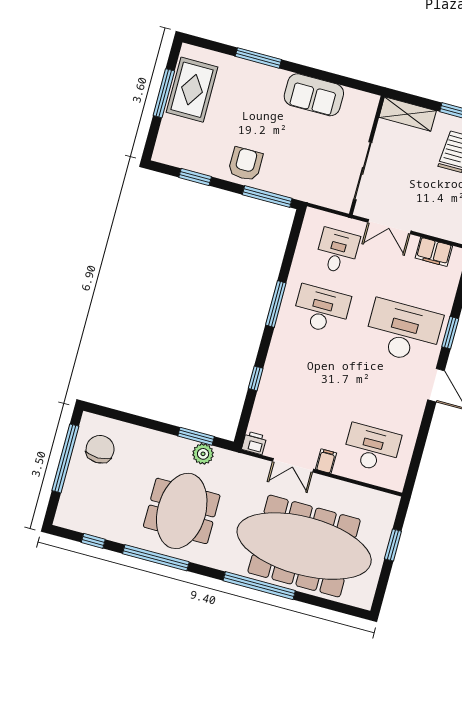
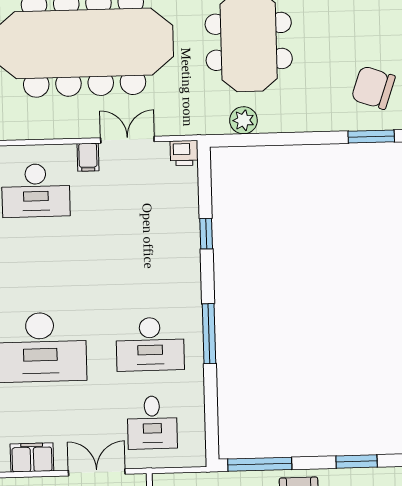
window: (196, 436) -> (371, 136), moved
chair: (100, 449) -> (373, 88), turned 109

